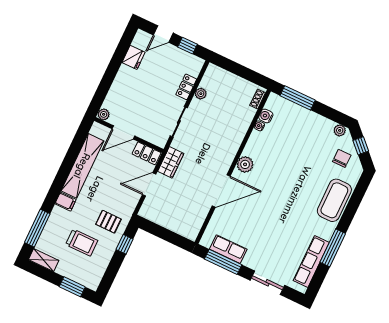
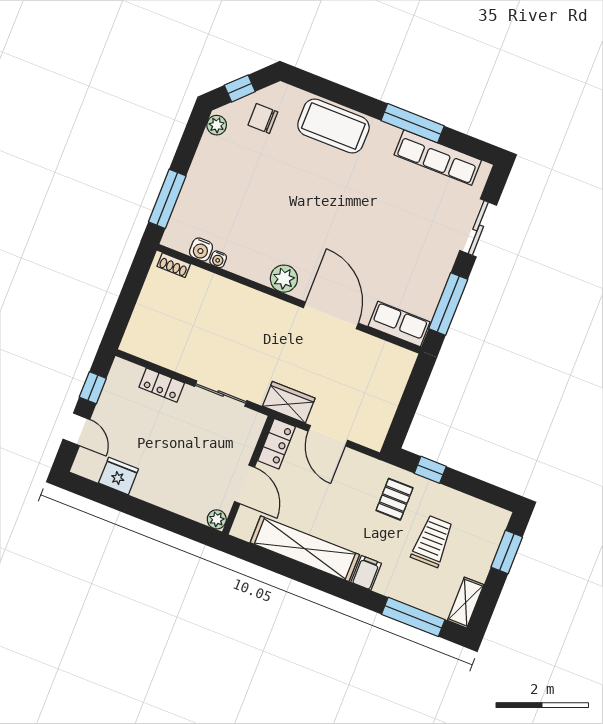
plant: (201, 94) -> (171, 360), removed
row of seats: (228, 249) -> (399, 324), moved, turned 90

